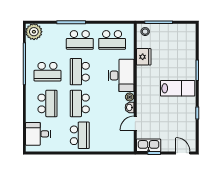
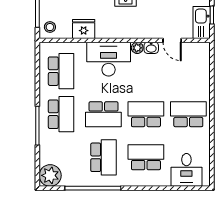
school desk: (80, 103) -> (146, 114), turned 180

